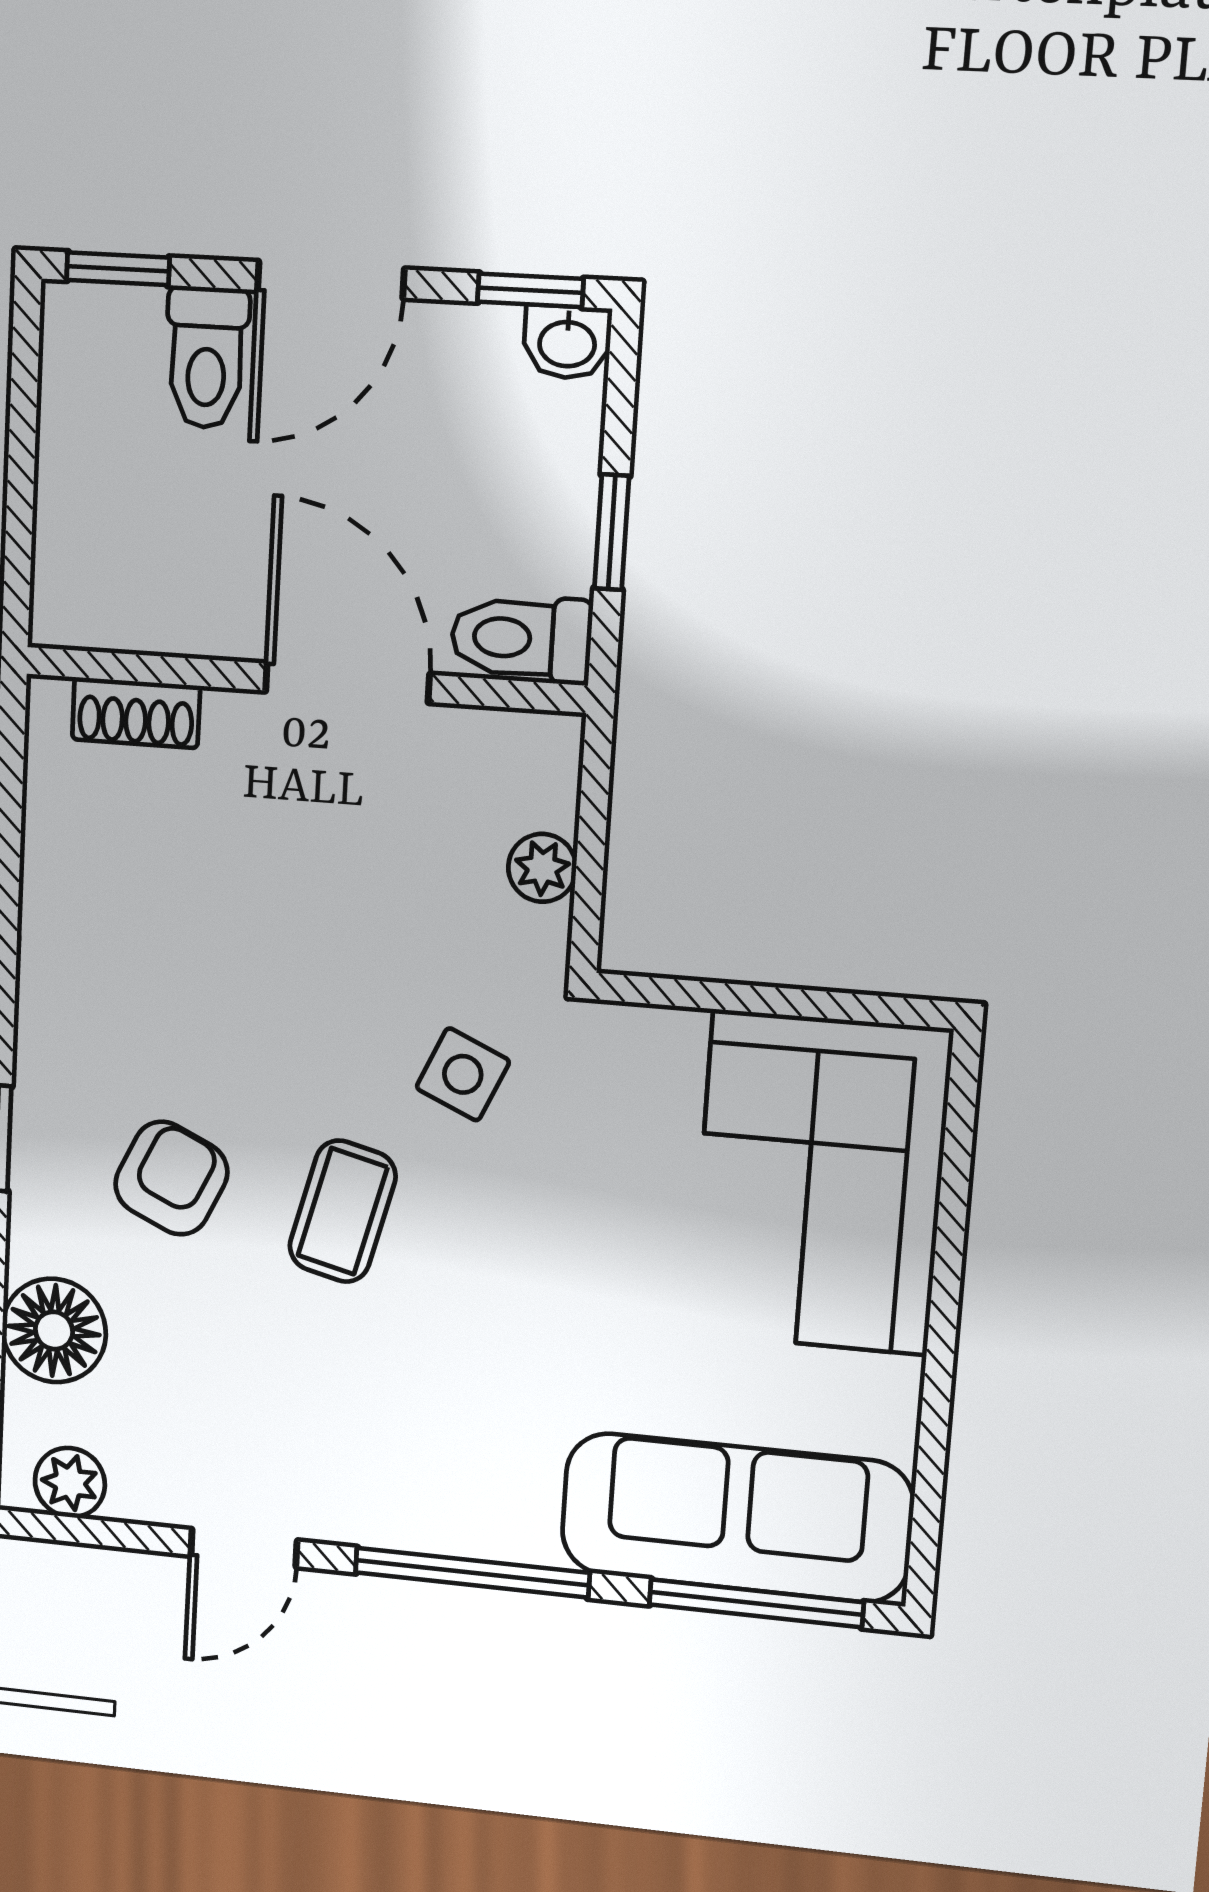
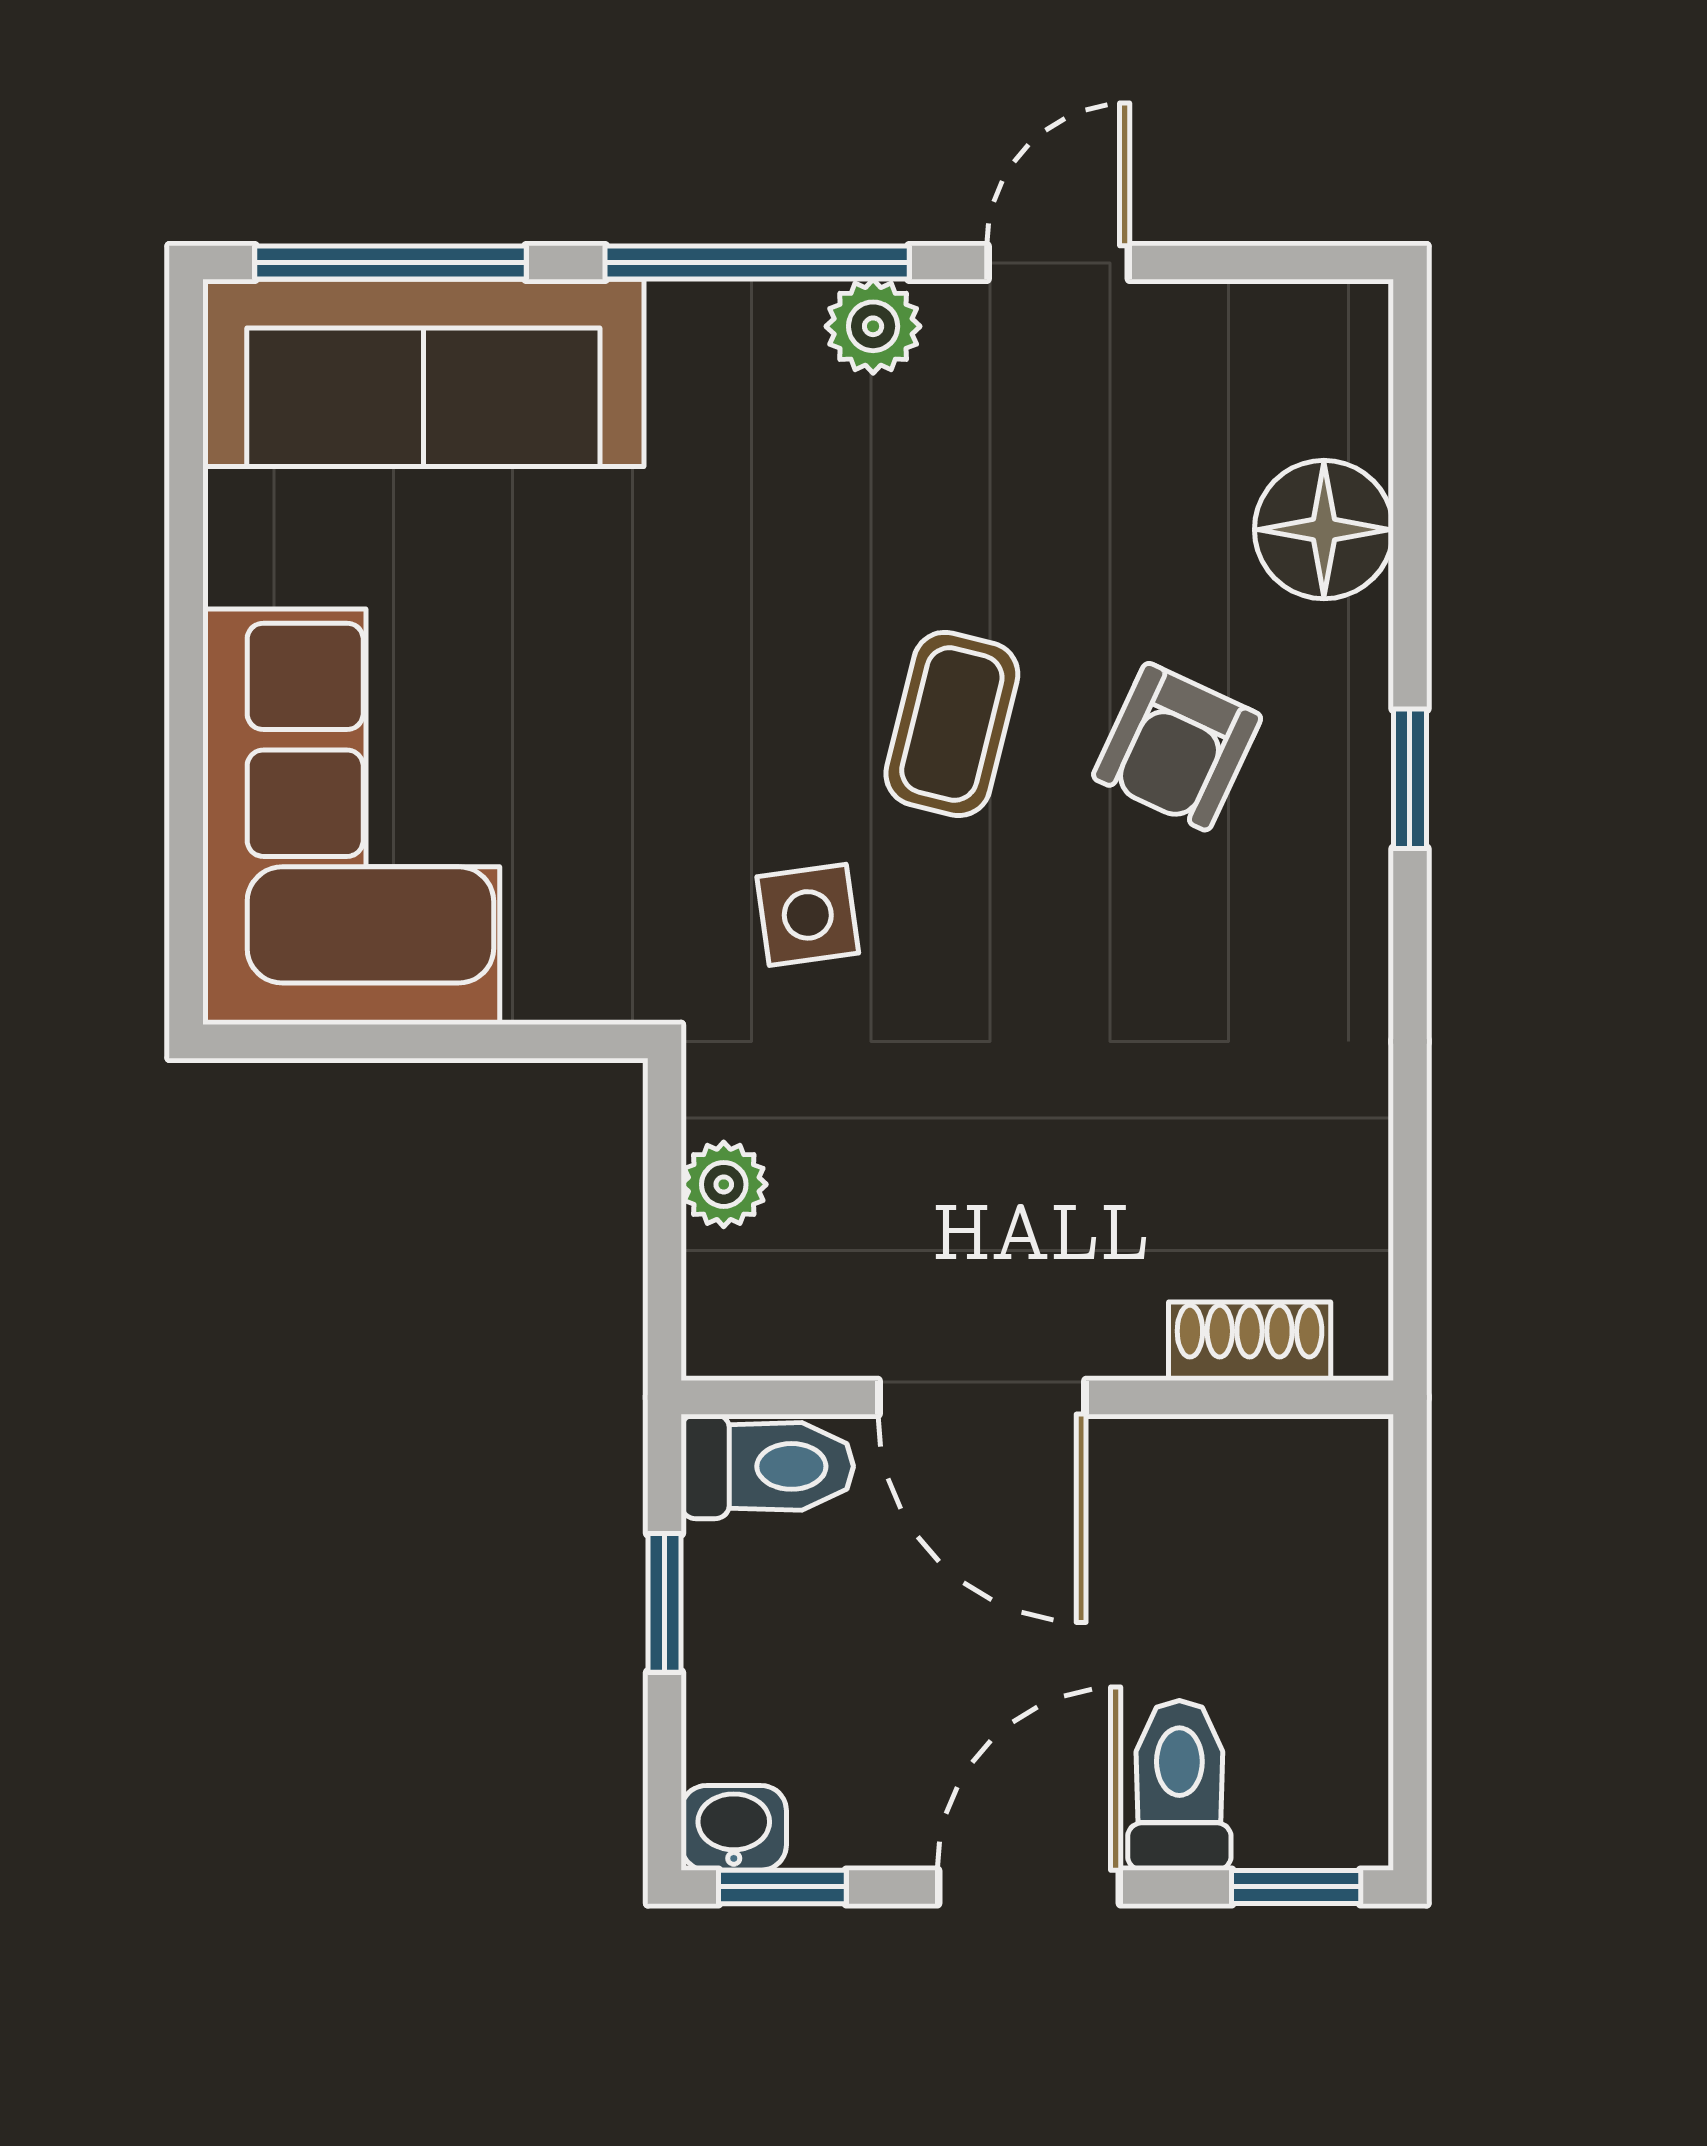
side table: (463, 1074) -> (808, 915), turned -32
plant: (70, 1483) -> (873, 326), moved

